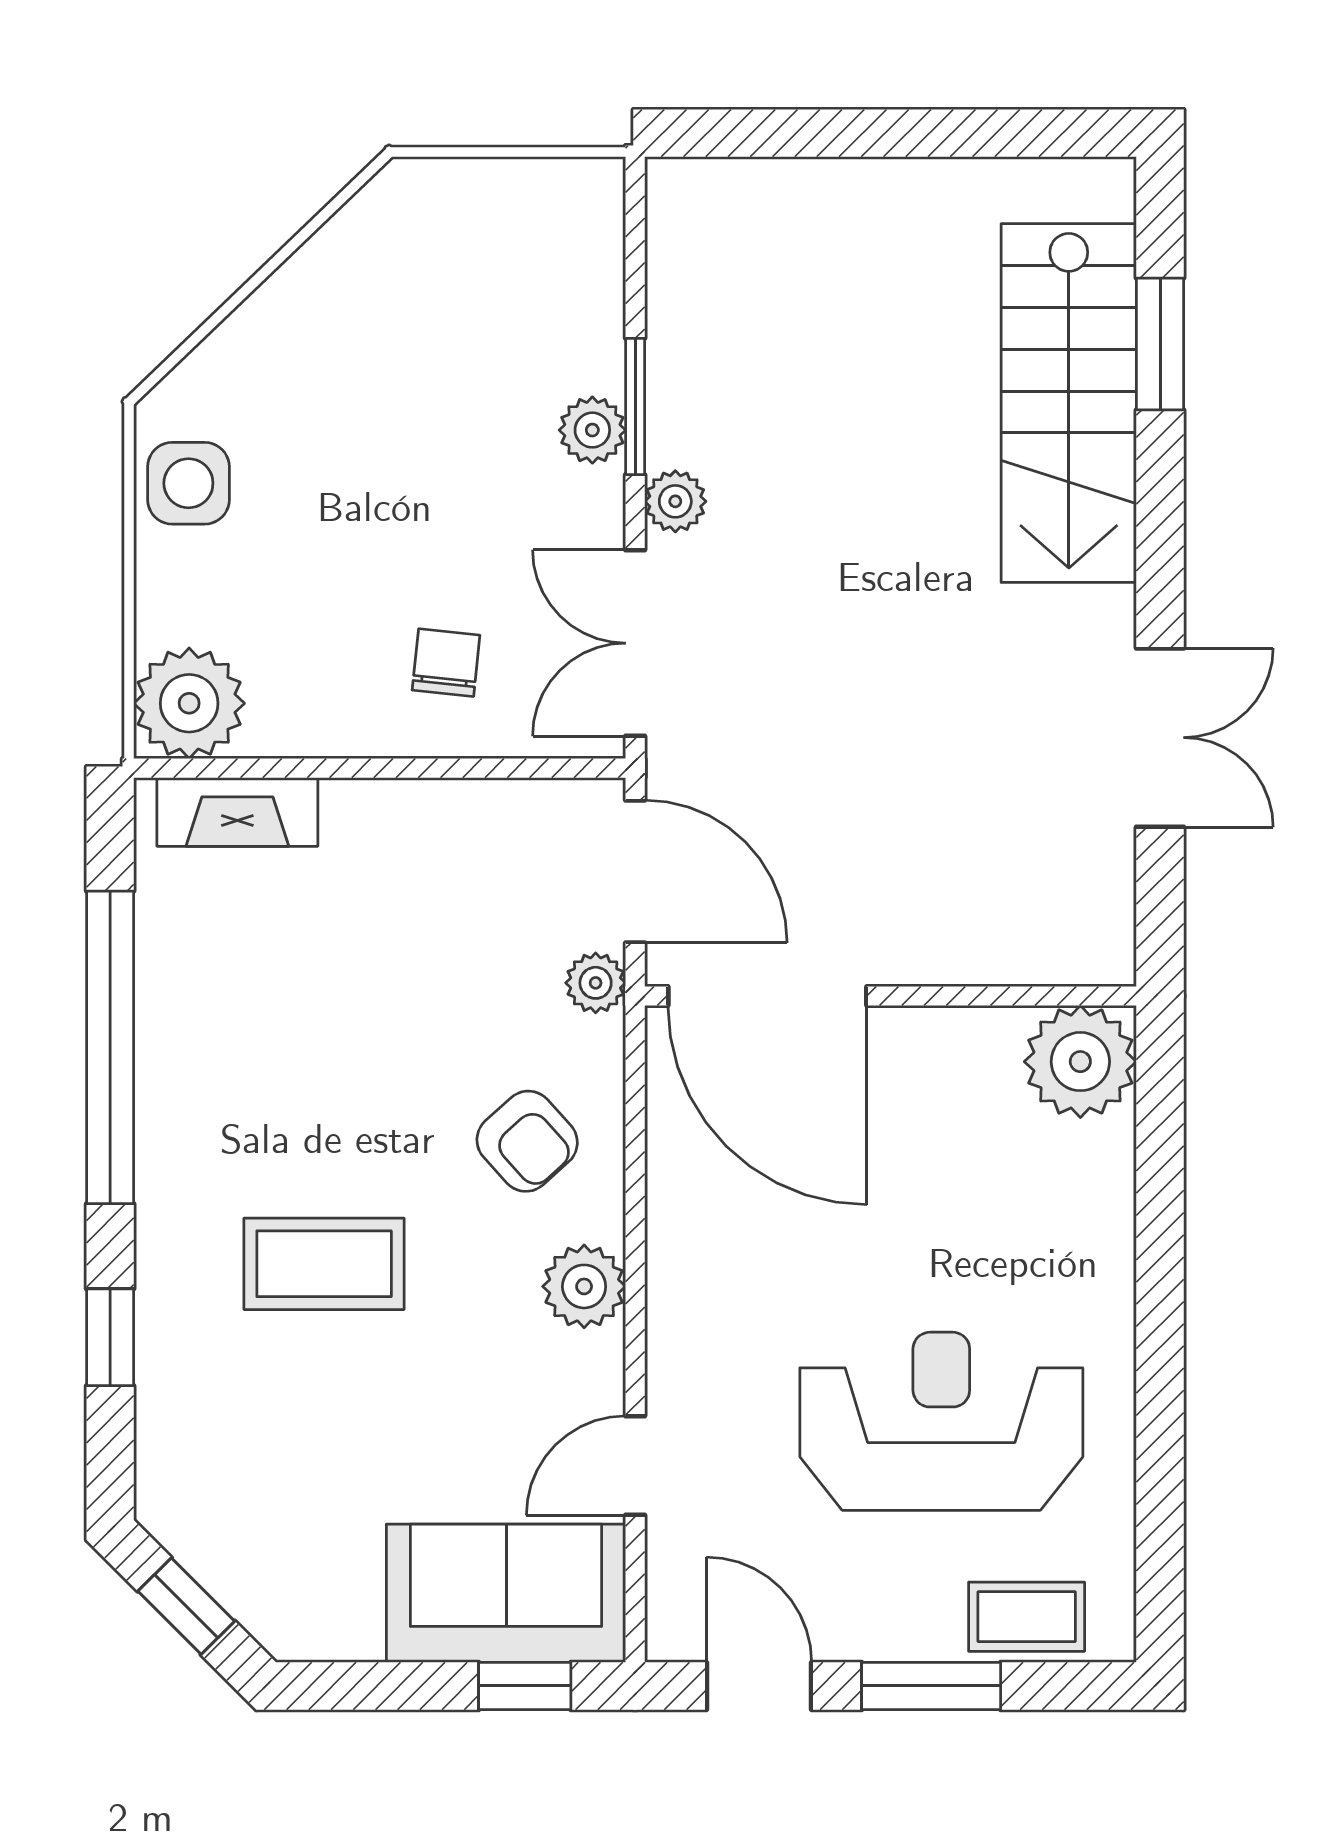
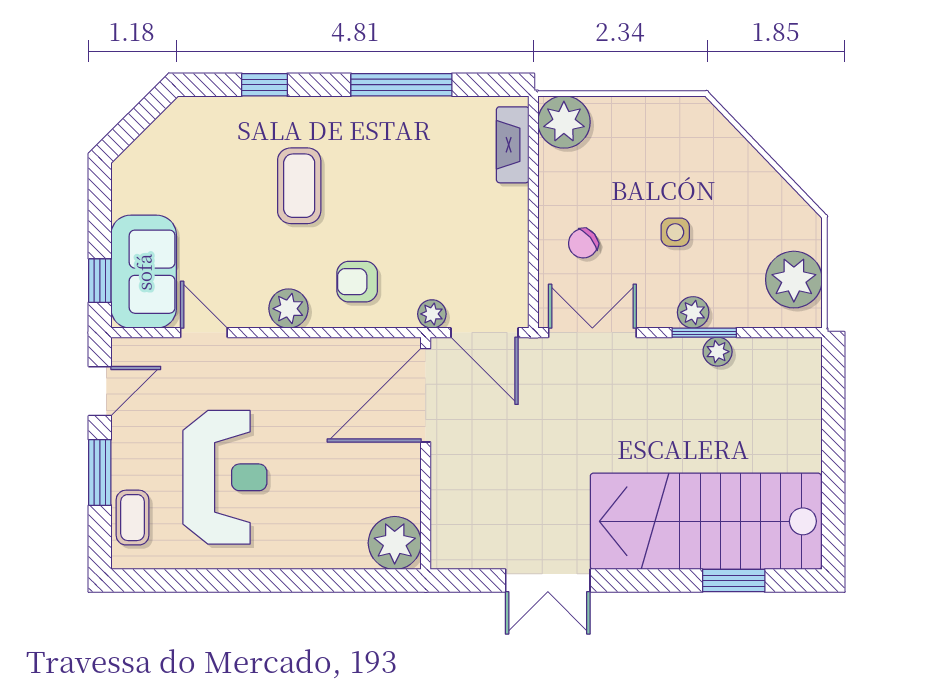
plant: (523, 217) -> (794, 280), added
stairs: (1069, 403) -> (706, 521), width x1.36, depth x1.51
side table: (188, 483) -> (675, 232), moved, width x0.73, depth x0.73
plant: (675, 501) -> (718, 352), moved
chair: (446, 663) -> (583, 243), turned 134
door: (635, 871) -> (485, 333), hinge flipped
window: (110, 1047) -> (401, 85), width x0.68
armchair: (527, 1141) -> (357, 282), turned 42
window: (186, 1606) -> (137, 121), removed

